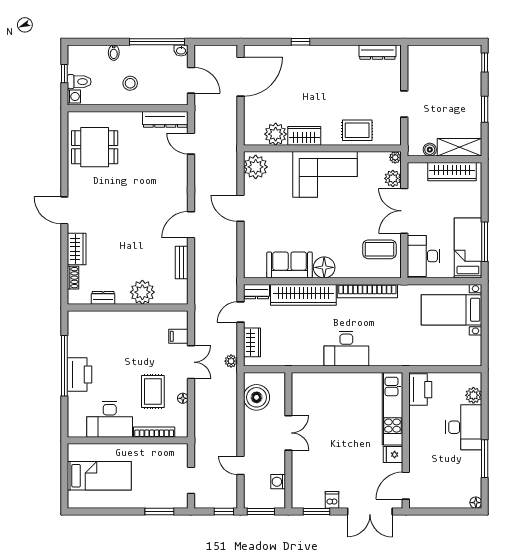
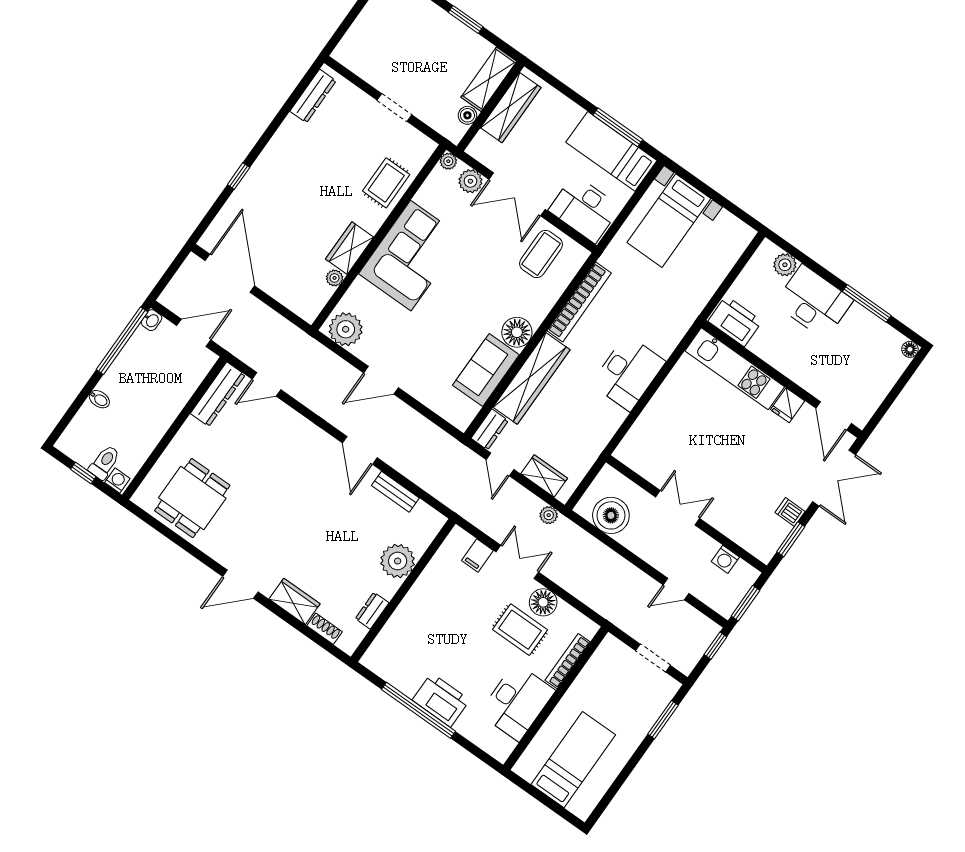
stool: (130, 83) -> (148, 405), removed
plant: (276, 134) -> (335, 278), width x0.53, depth x0.53
floor lamp: (183, 398) -> (543, 602), width x1.89, depth x1.89

